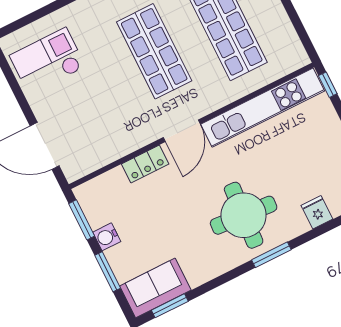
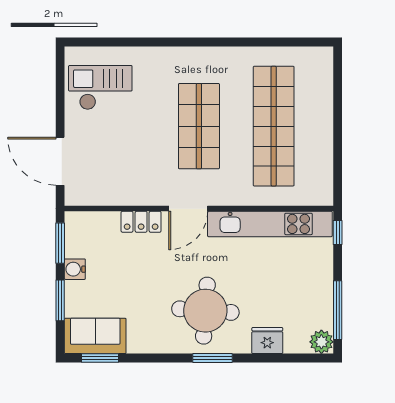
fridge: (317, 212) -> (267, 341), width x1.38

